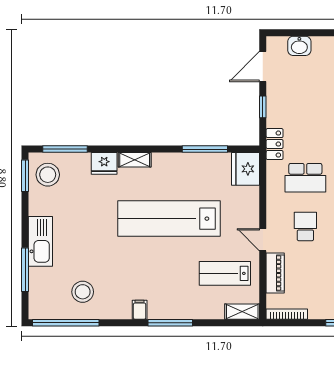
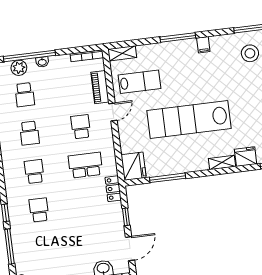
lab bench: (169, 219) -> (189, 119), turned 180
school desk: (305, 226) -> (81, 127), turned 180
door: (263, 240) -> (113, 112), hinge flipped

